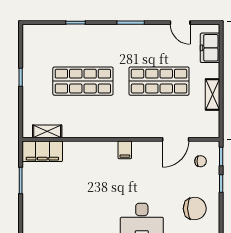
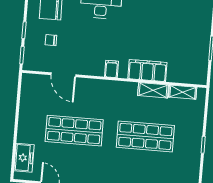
shelving: (213, 94) -> (153, 90), moved, turned 90
door: (176, 139) -> (63, 75), swing flipped
filing cabinet: (42, 151) -> (147, 71), moved
chair: (200, 161) -> (51, 40), moved

